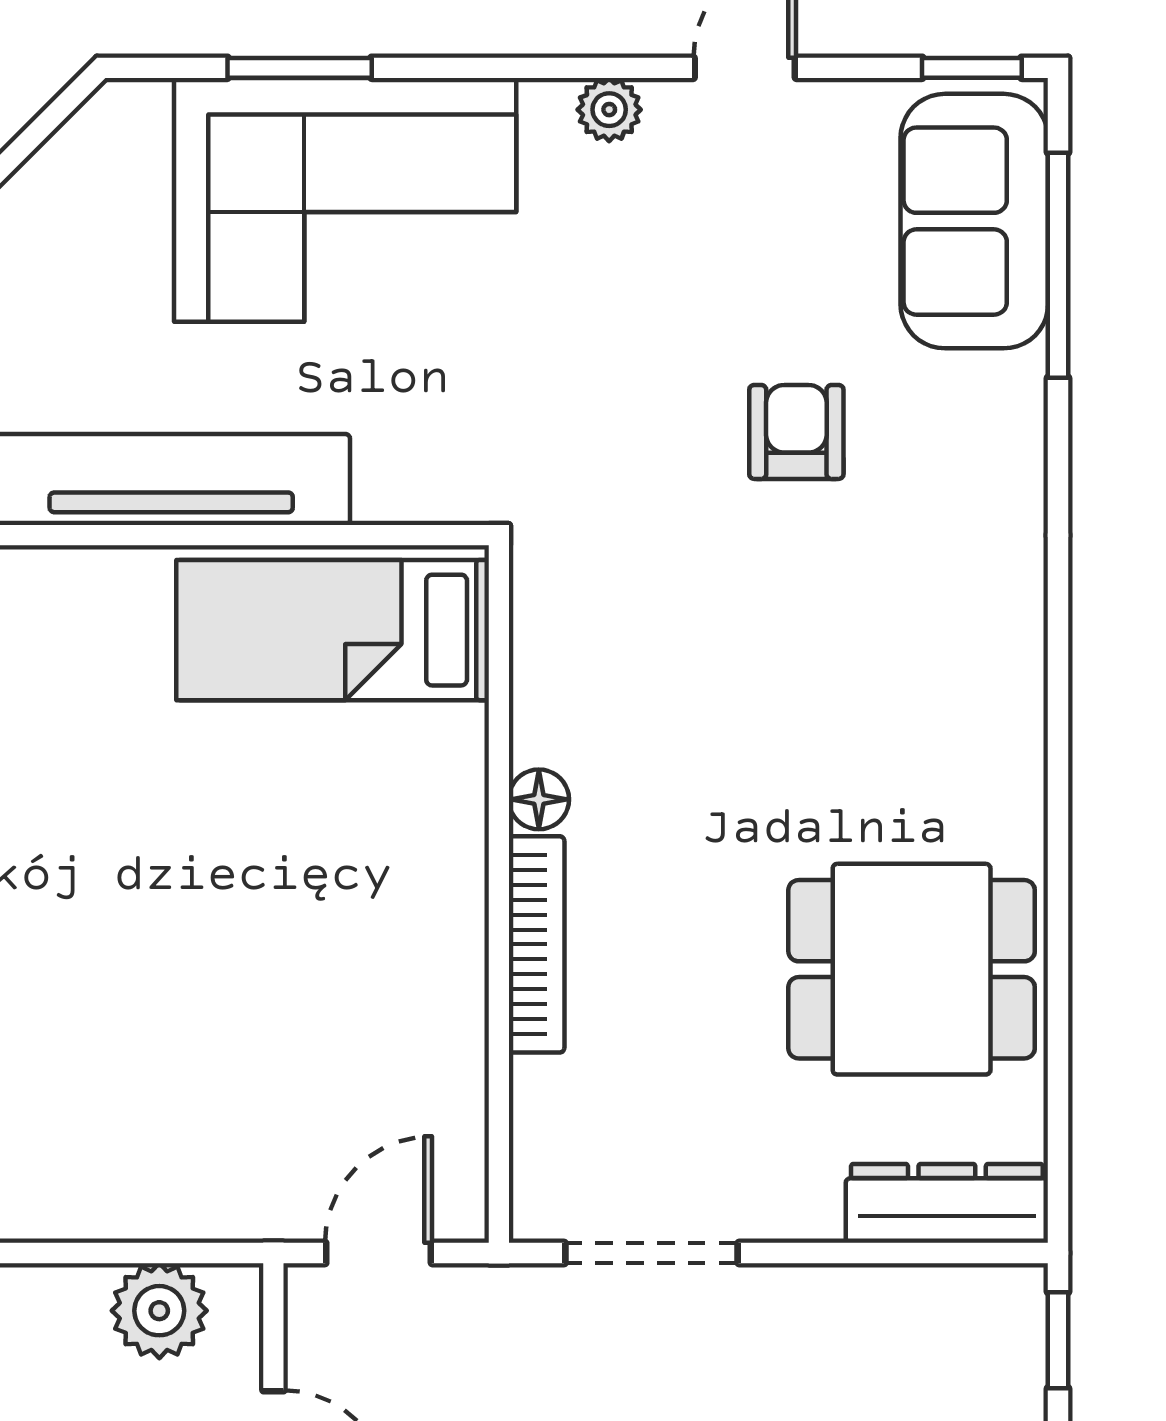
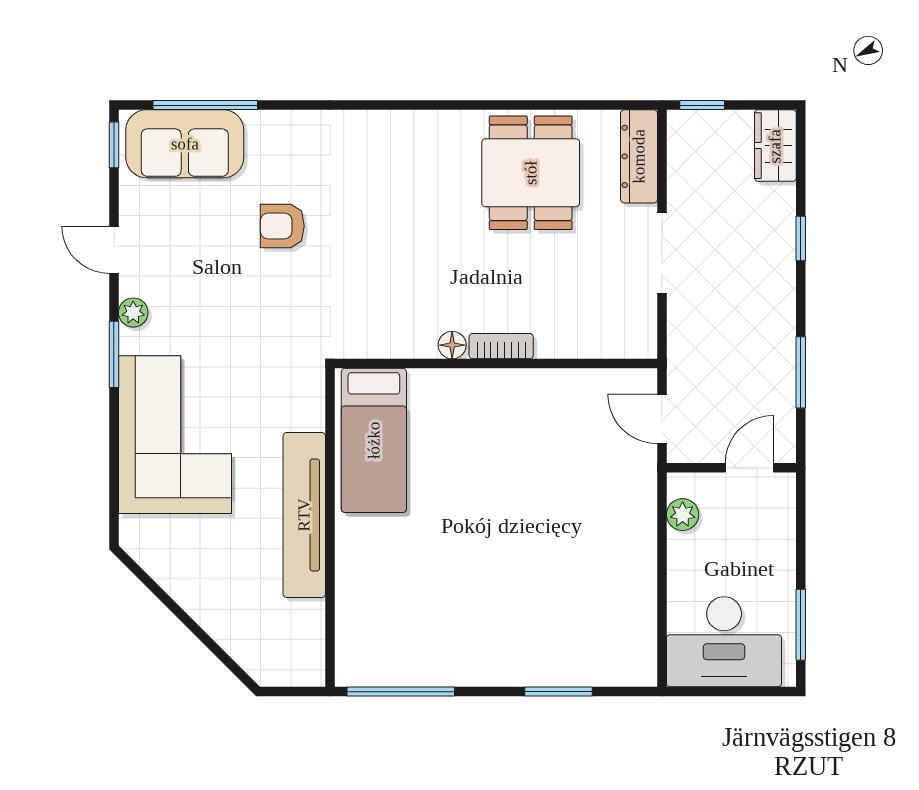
window: (300, 68) -> (114, 354), moved
bookcase: (537, 944) -> (501, 346), width x0.64
doorway: (652, 1253) -> (662, 253), moved
plant: (159, 1311) -> (683, 515), width x0.73, depth x0.73

